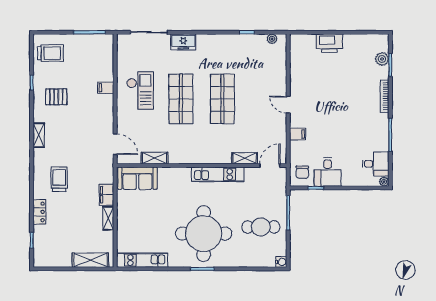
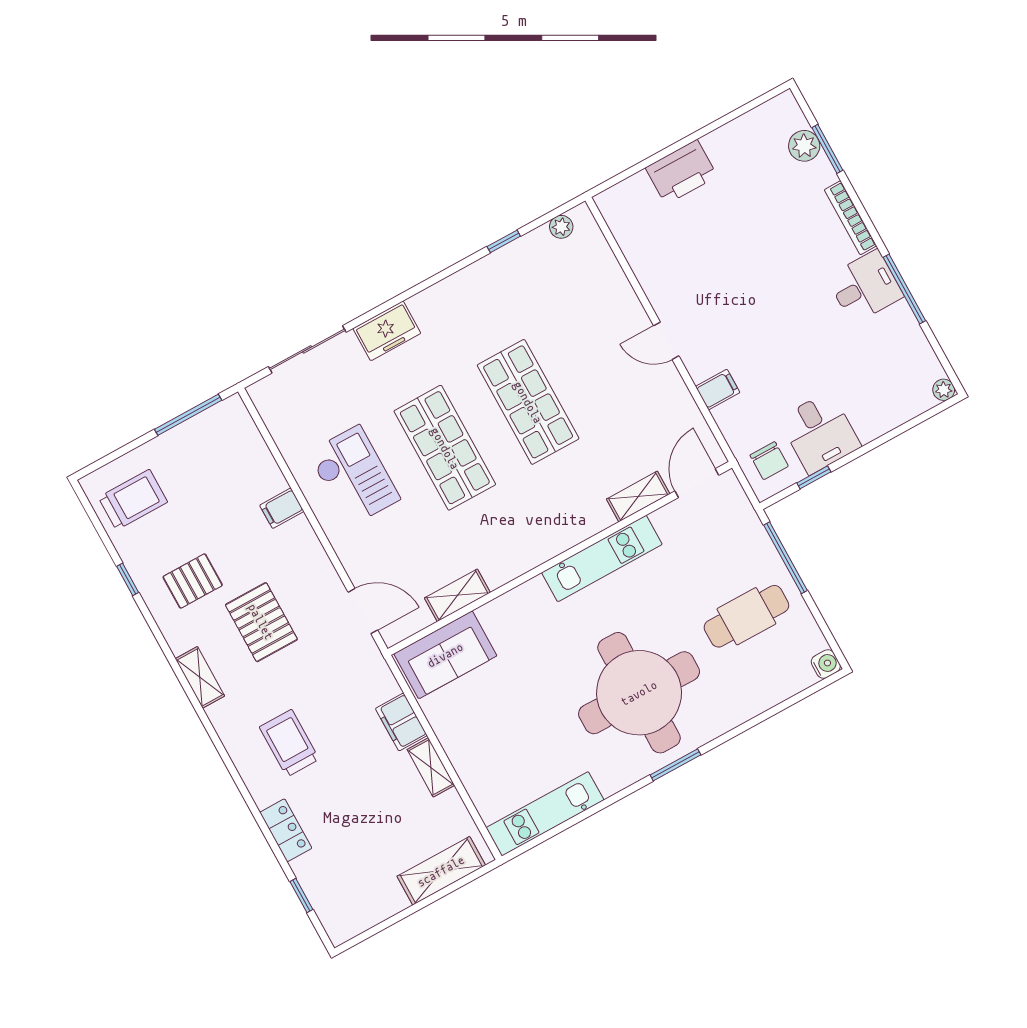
pallet: (74, 127) -> (261, 622), added
desk: (376, 164) -> (865, 287), moved

